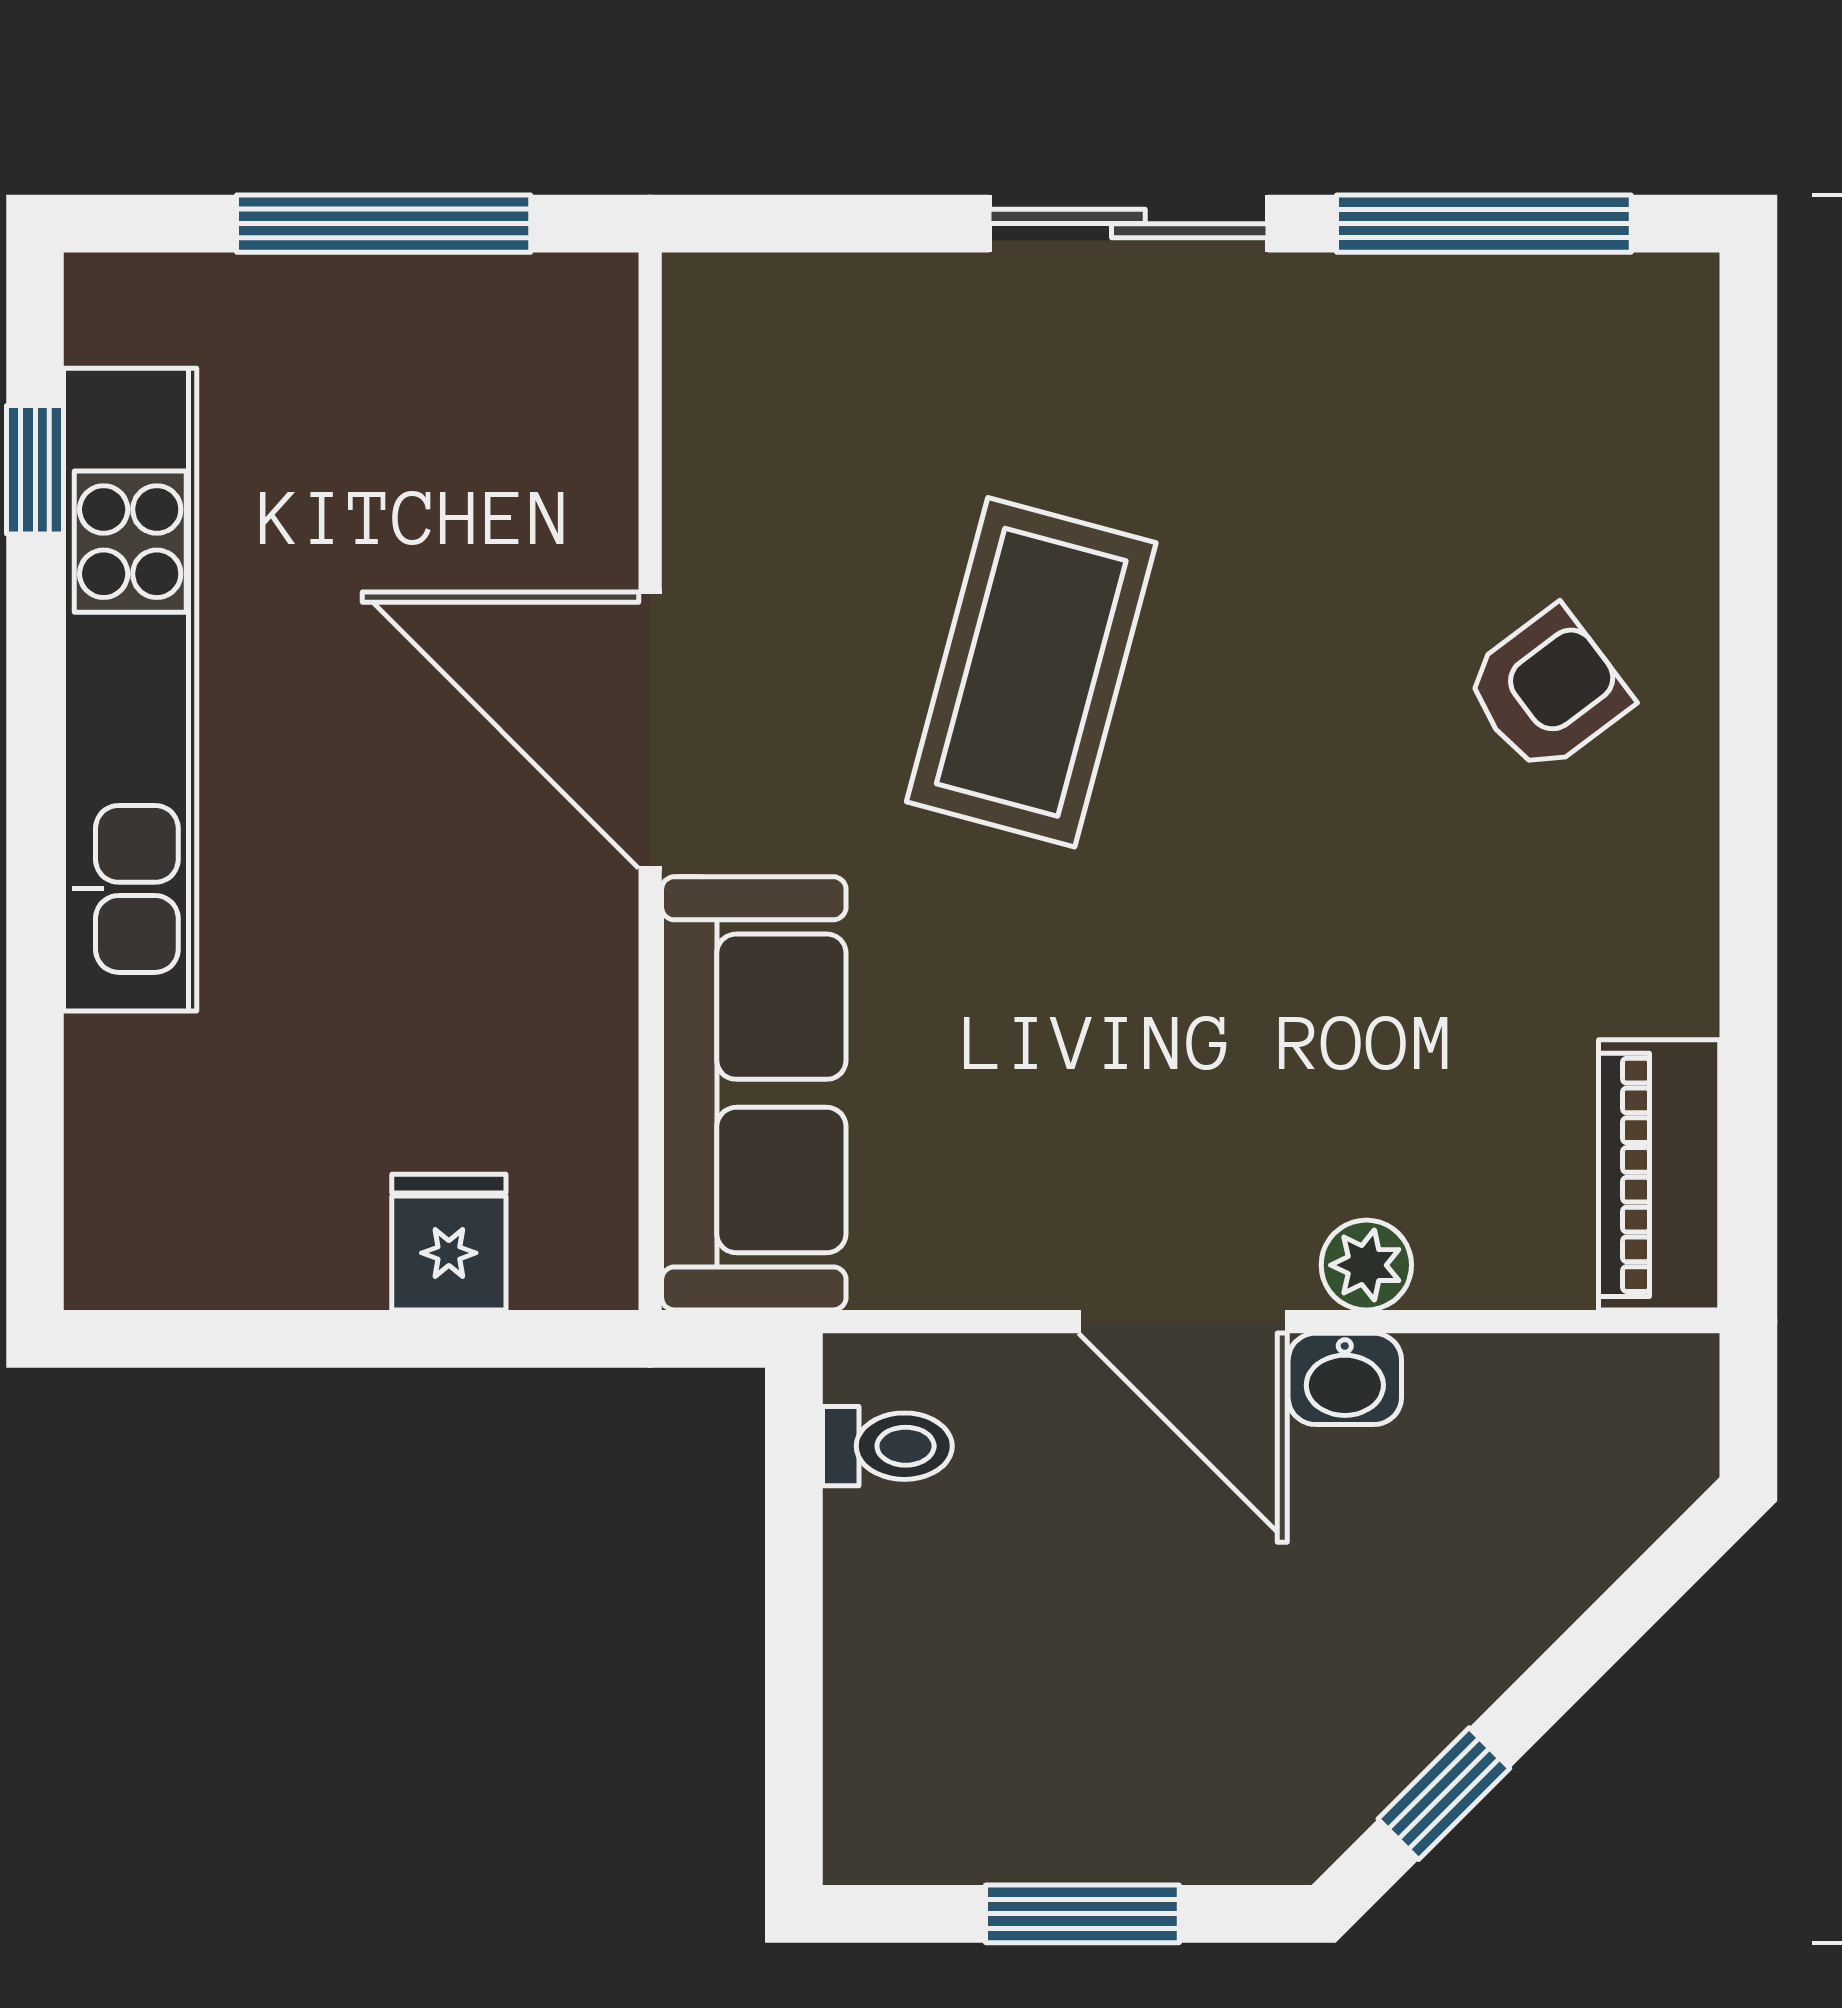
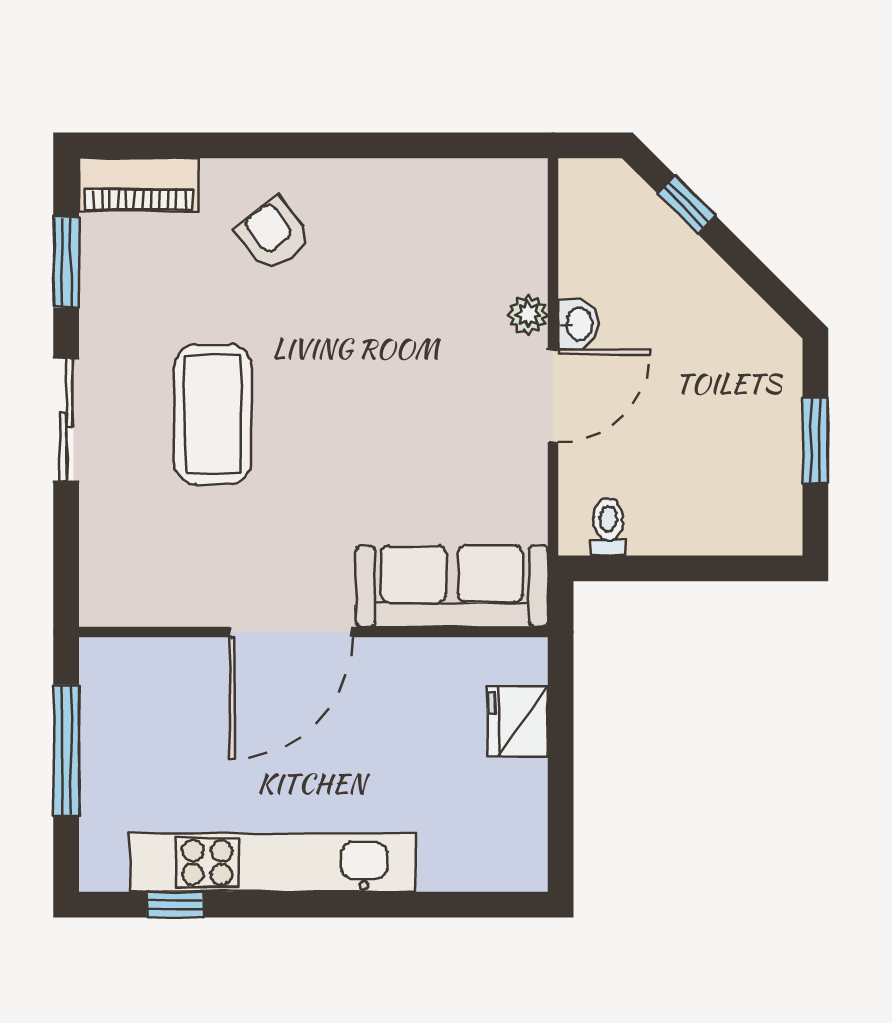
window: (1484, 224) -> (66, 262), width x0.69
coffee table: (1031, 672) -> (213, 414), moved, turned 75
piano: (1659, 1175) -> (139, 185), moved
fridge: (449, 1242) -> (518, 721), width x1.38
window: (1444, 1794) -> (686, 204), moved

